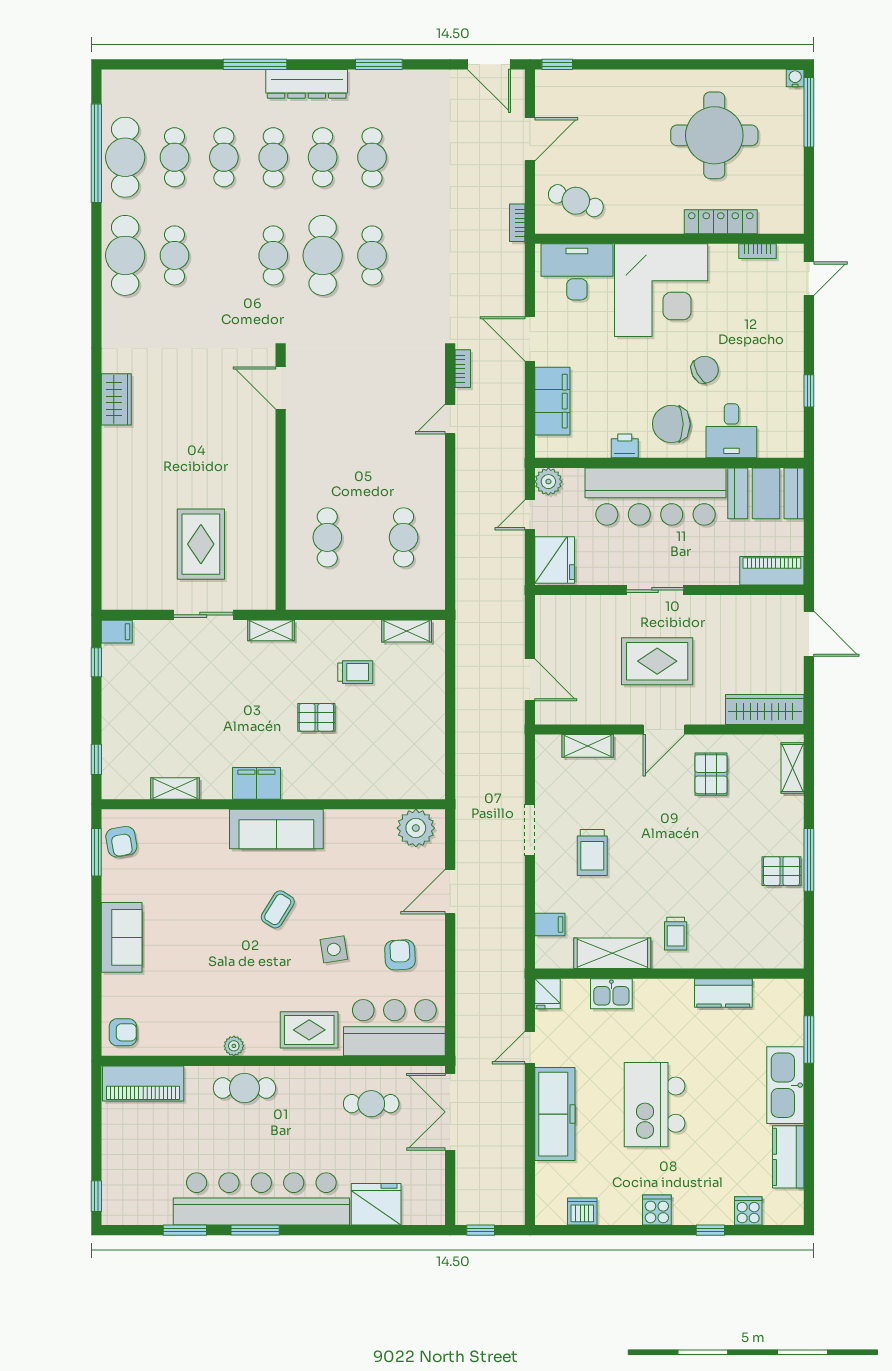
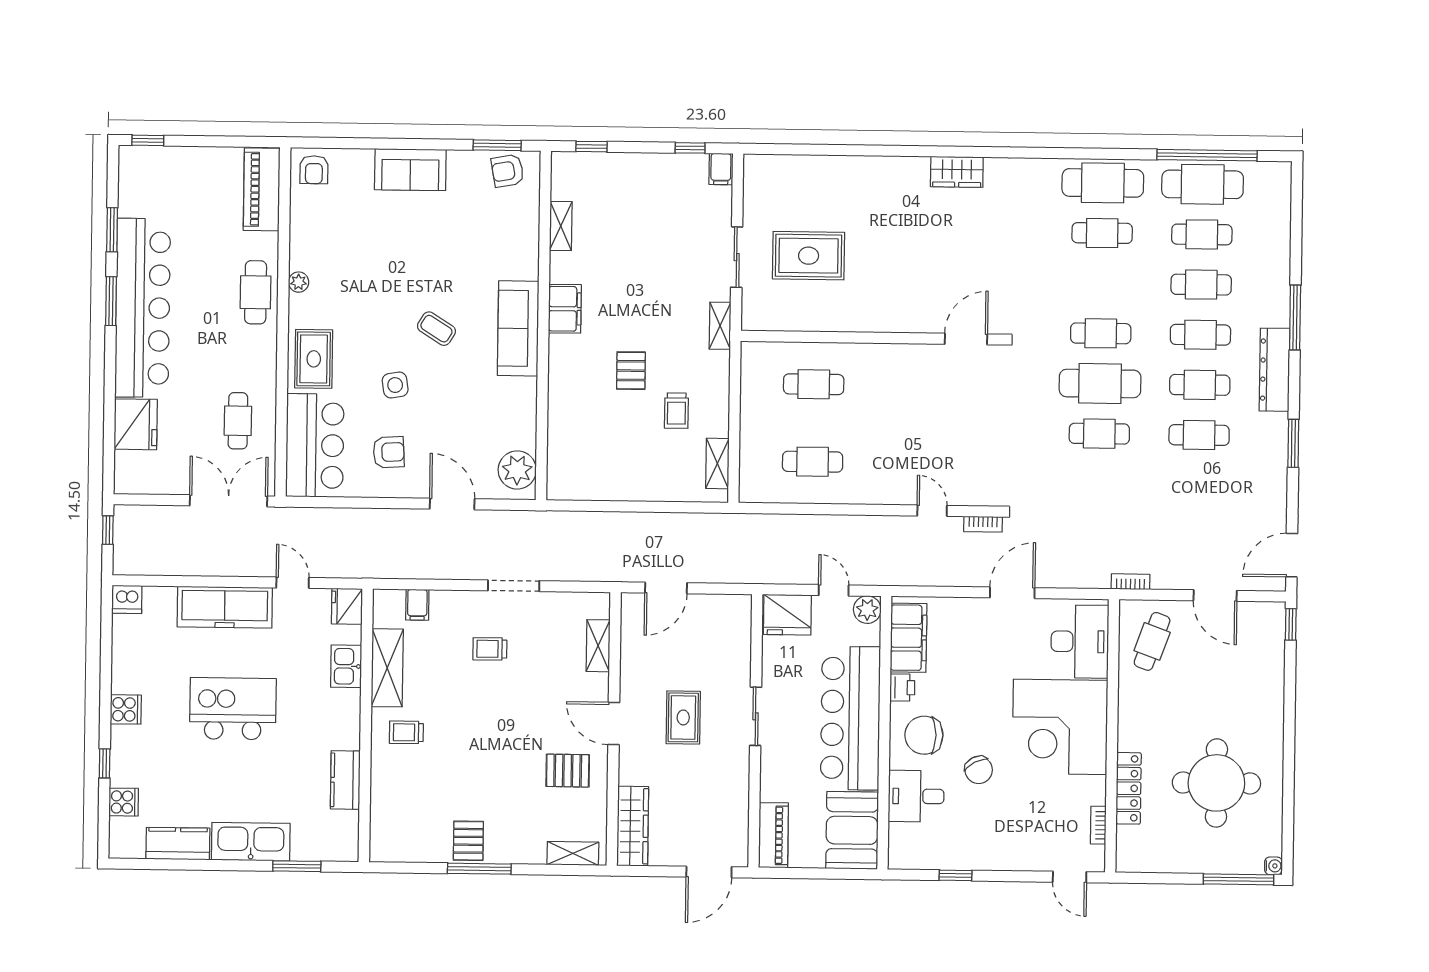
filing cabinet: (552, 401) -> (909, 638), moved, turned -90
chair: (671, 424) -> (924, 735), turned -90
rug: (657, 661) -> (683, 717), width x0.73, depth x0.70
trolley: (592, 853) -> (490, 649), width x0.73, depth x0.72
fridge: (547, 994) -> (347, 606), width x1.38
dishwasher: (582, 1212) -> (127, 599), moved, turned 90

